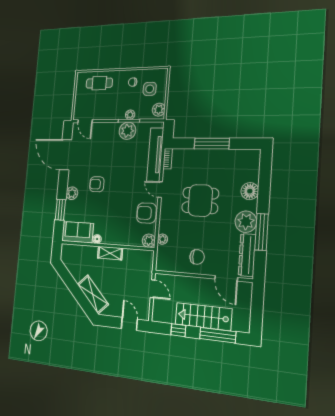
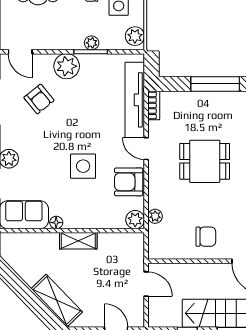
plant: (127, 131) -> (67, 66), moved
armchair: (97, 184) -> (39, 99), moved, turned -129
side table: (118, 200) -> (83, 166), added

